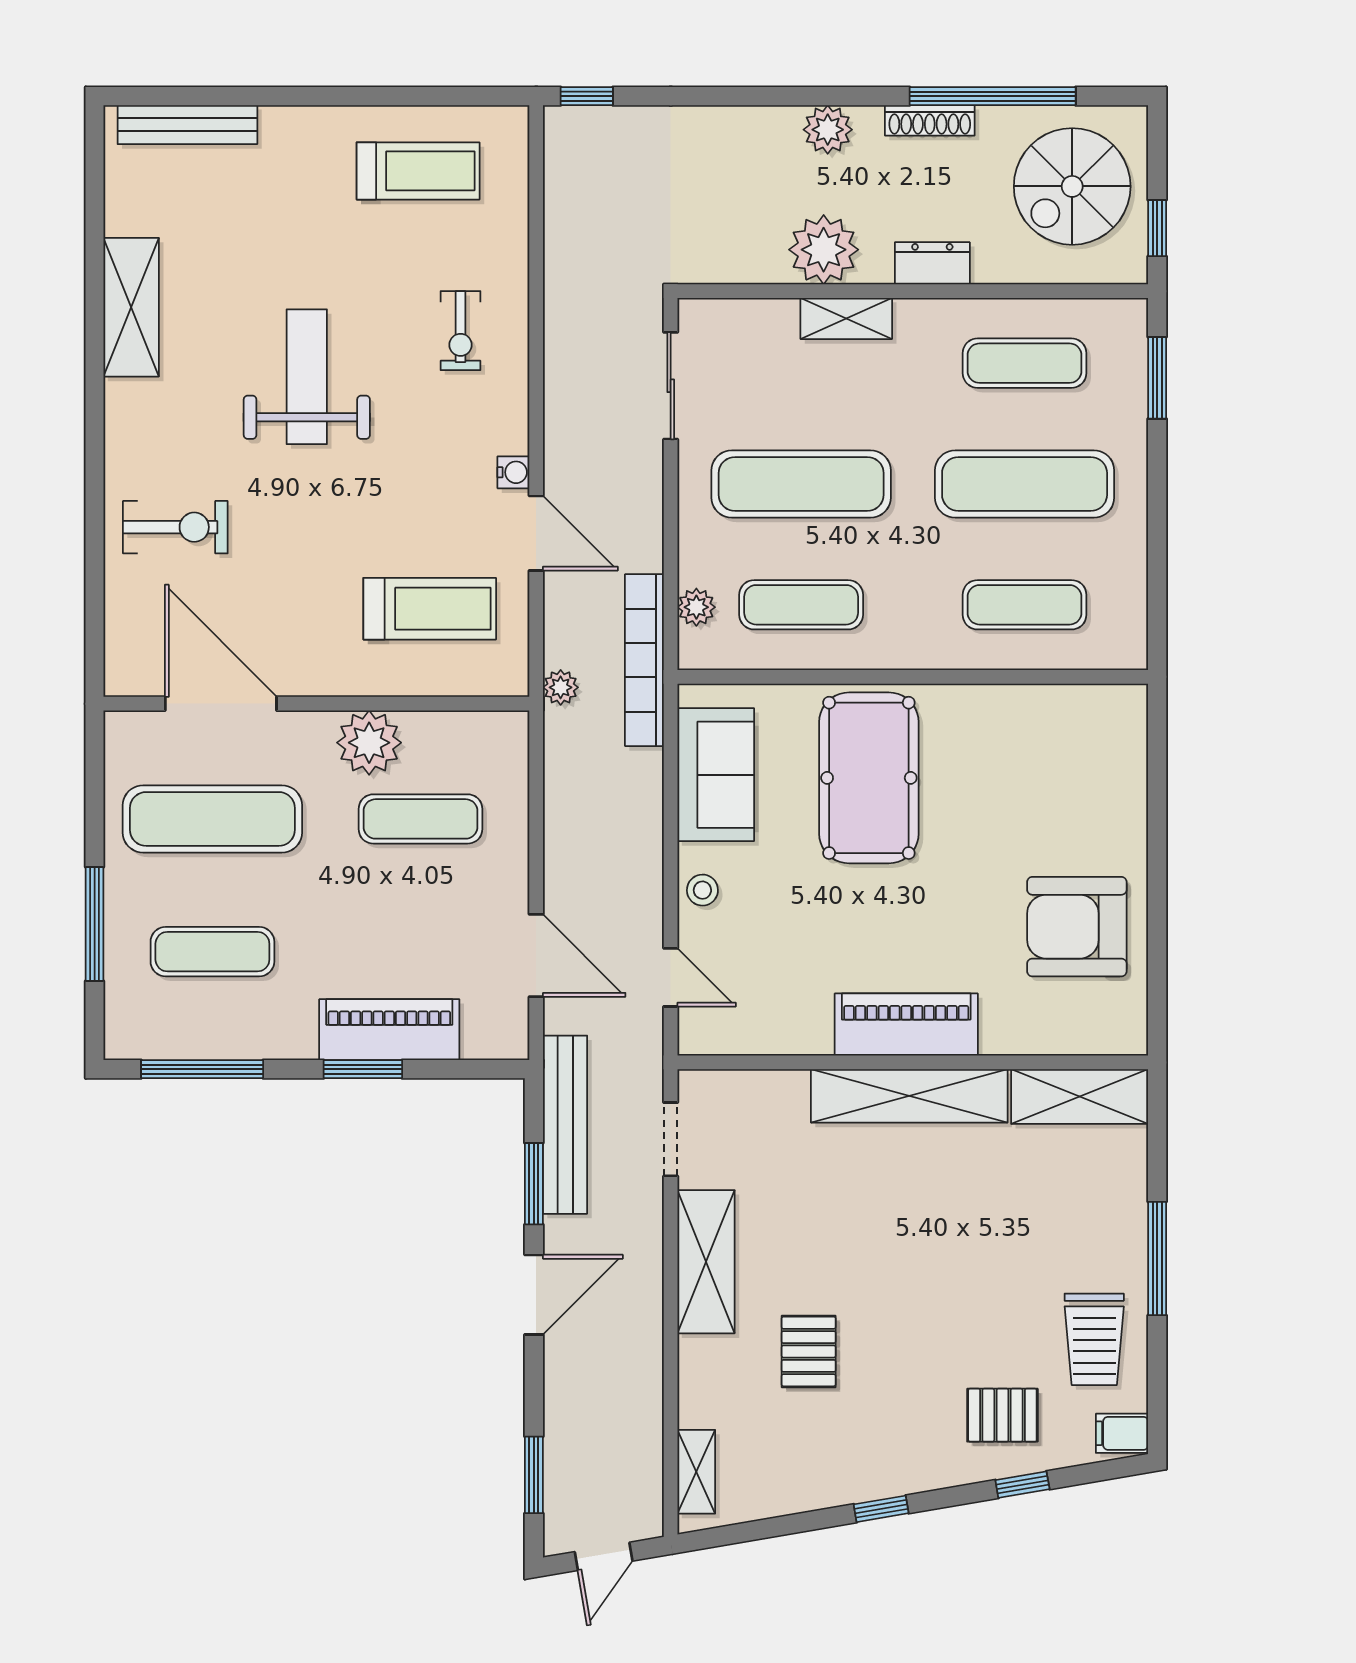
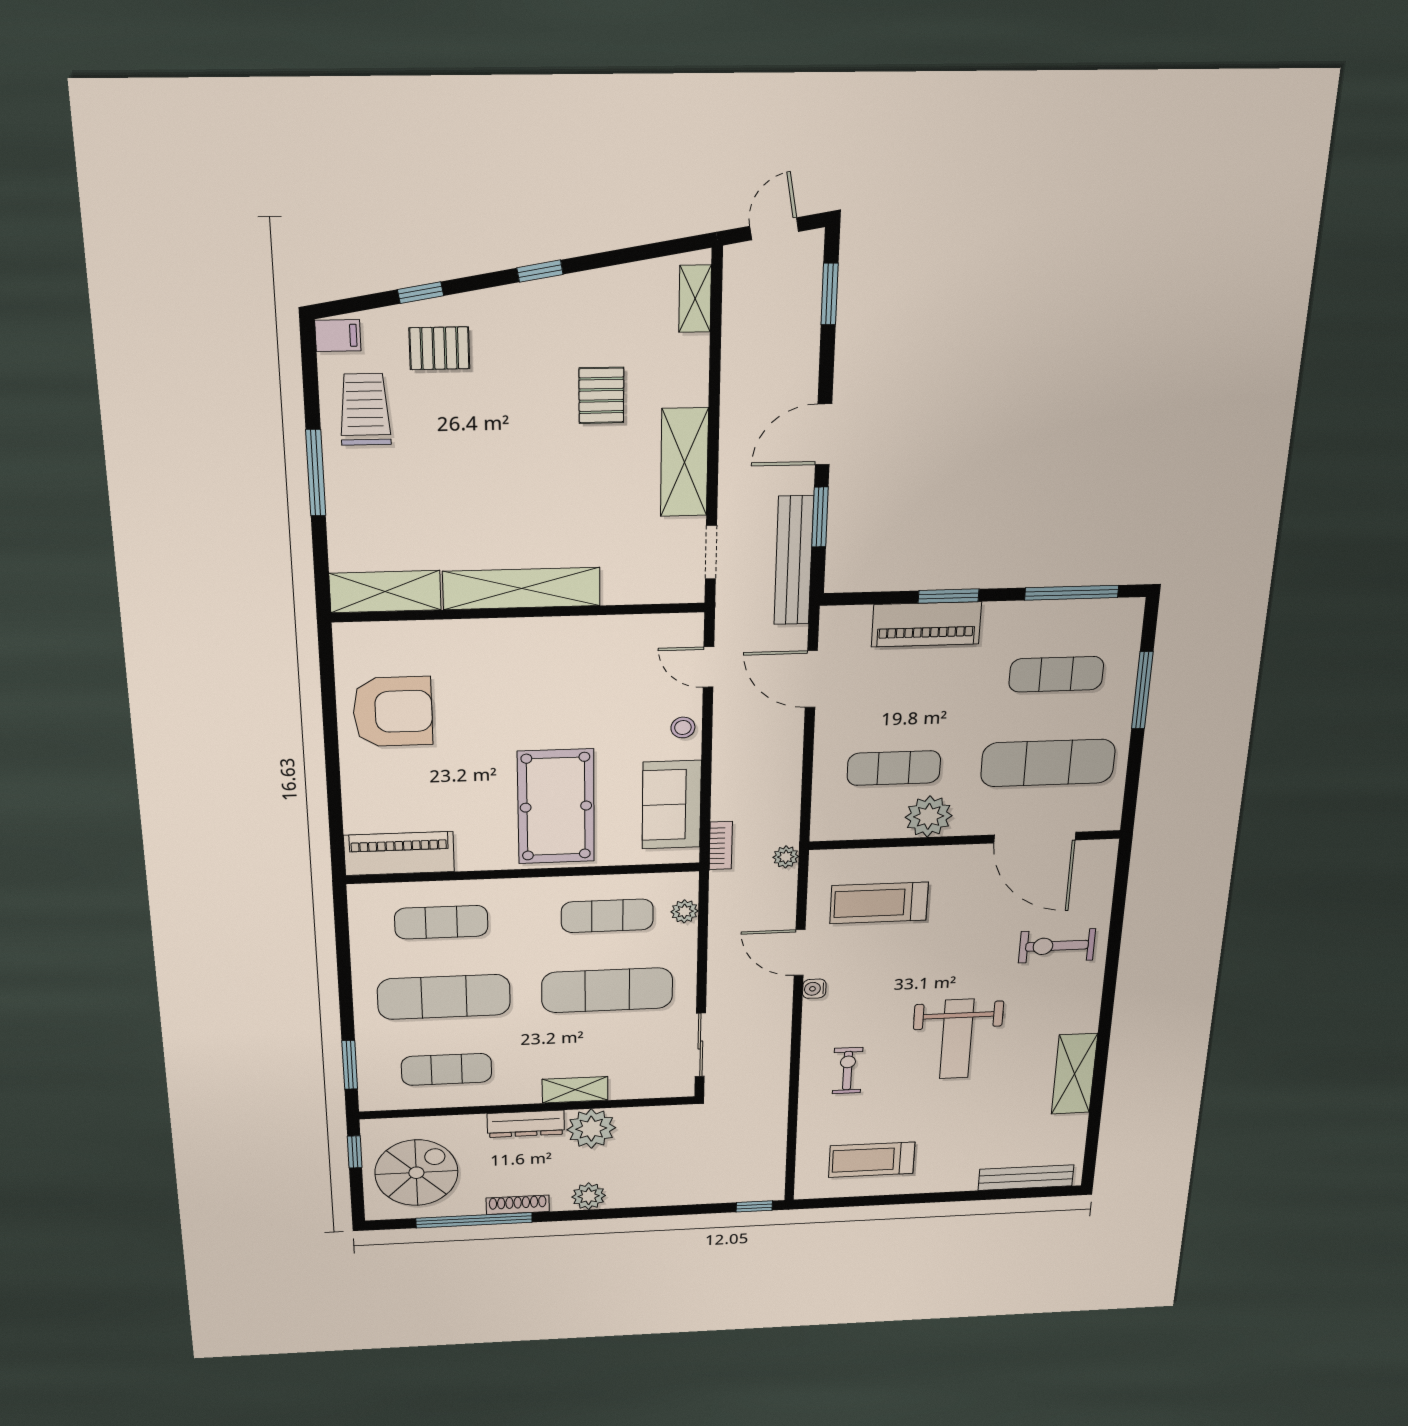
dresser: (932, 263) -> (526, 1124), width x1.44
bookcase: (644, 660) -> (721, 846), width x0.43, depth x0.76
piano: (906, 1025) -> (399, 853), moved, turned 180

